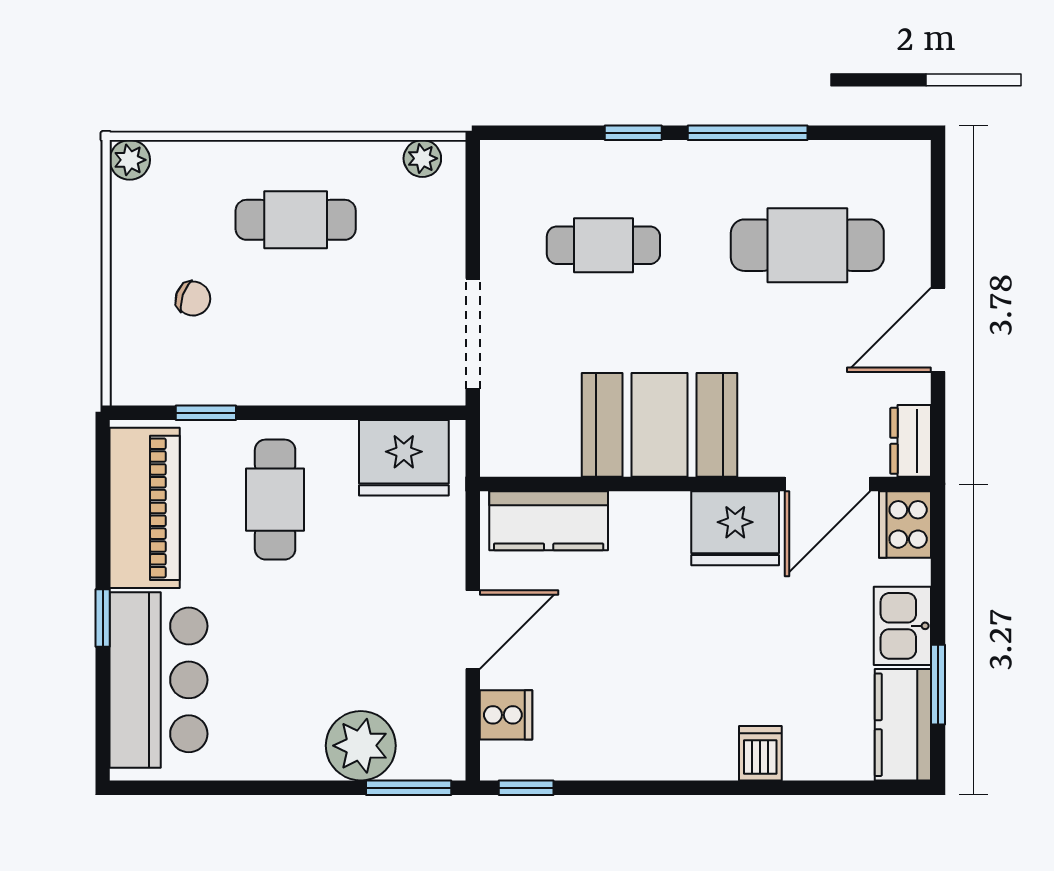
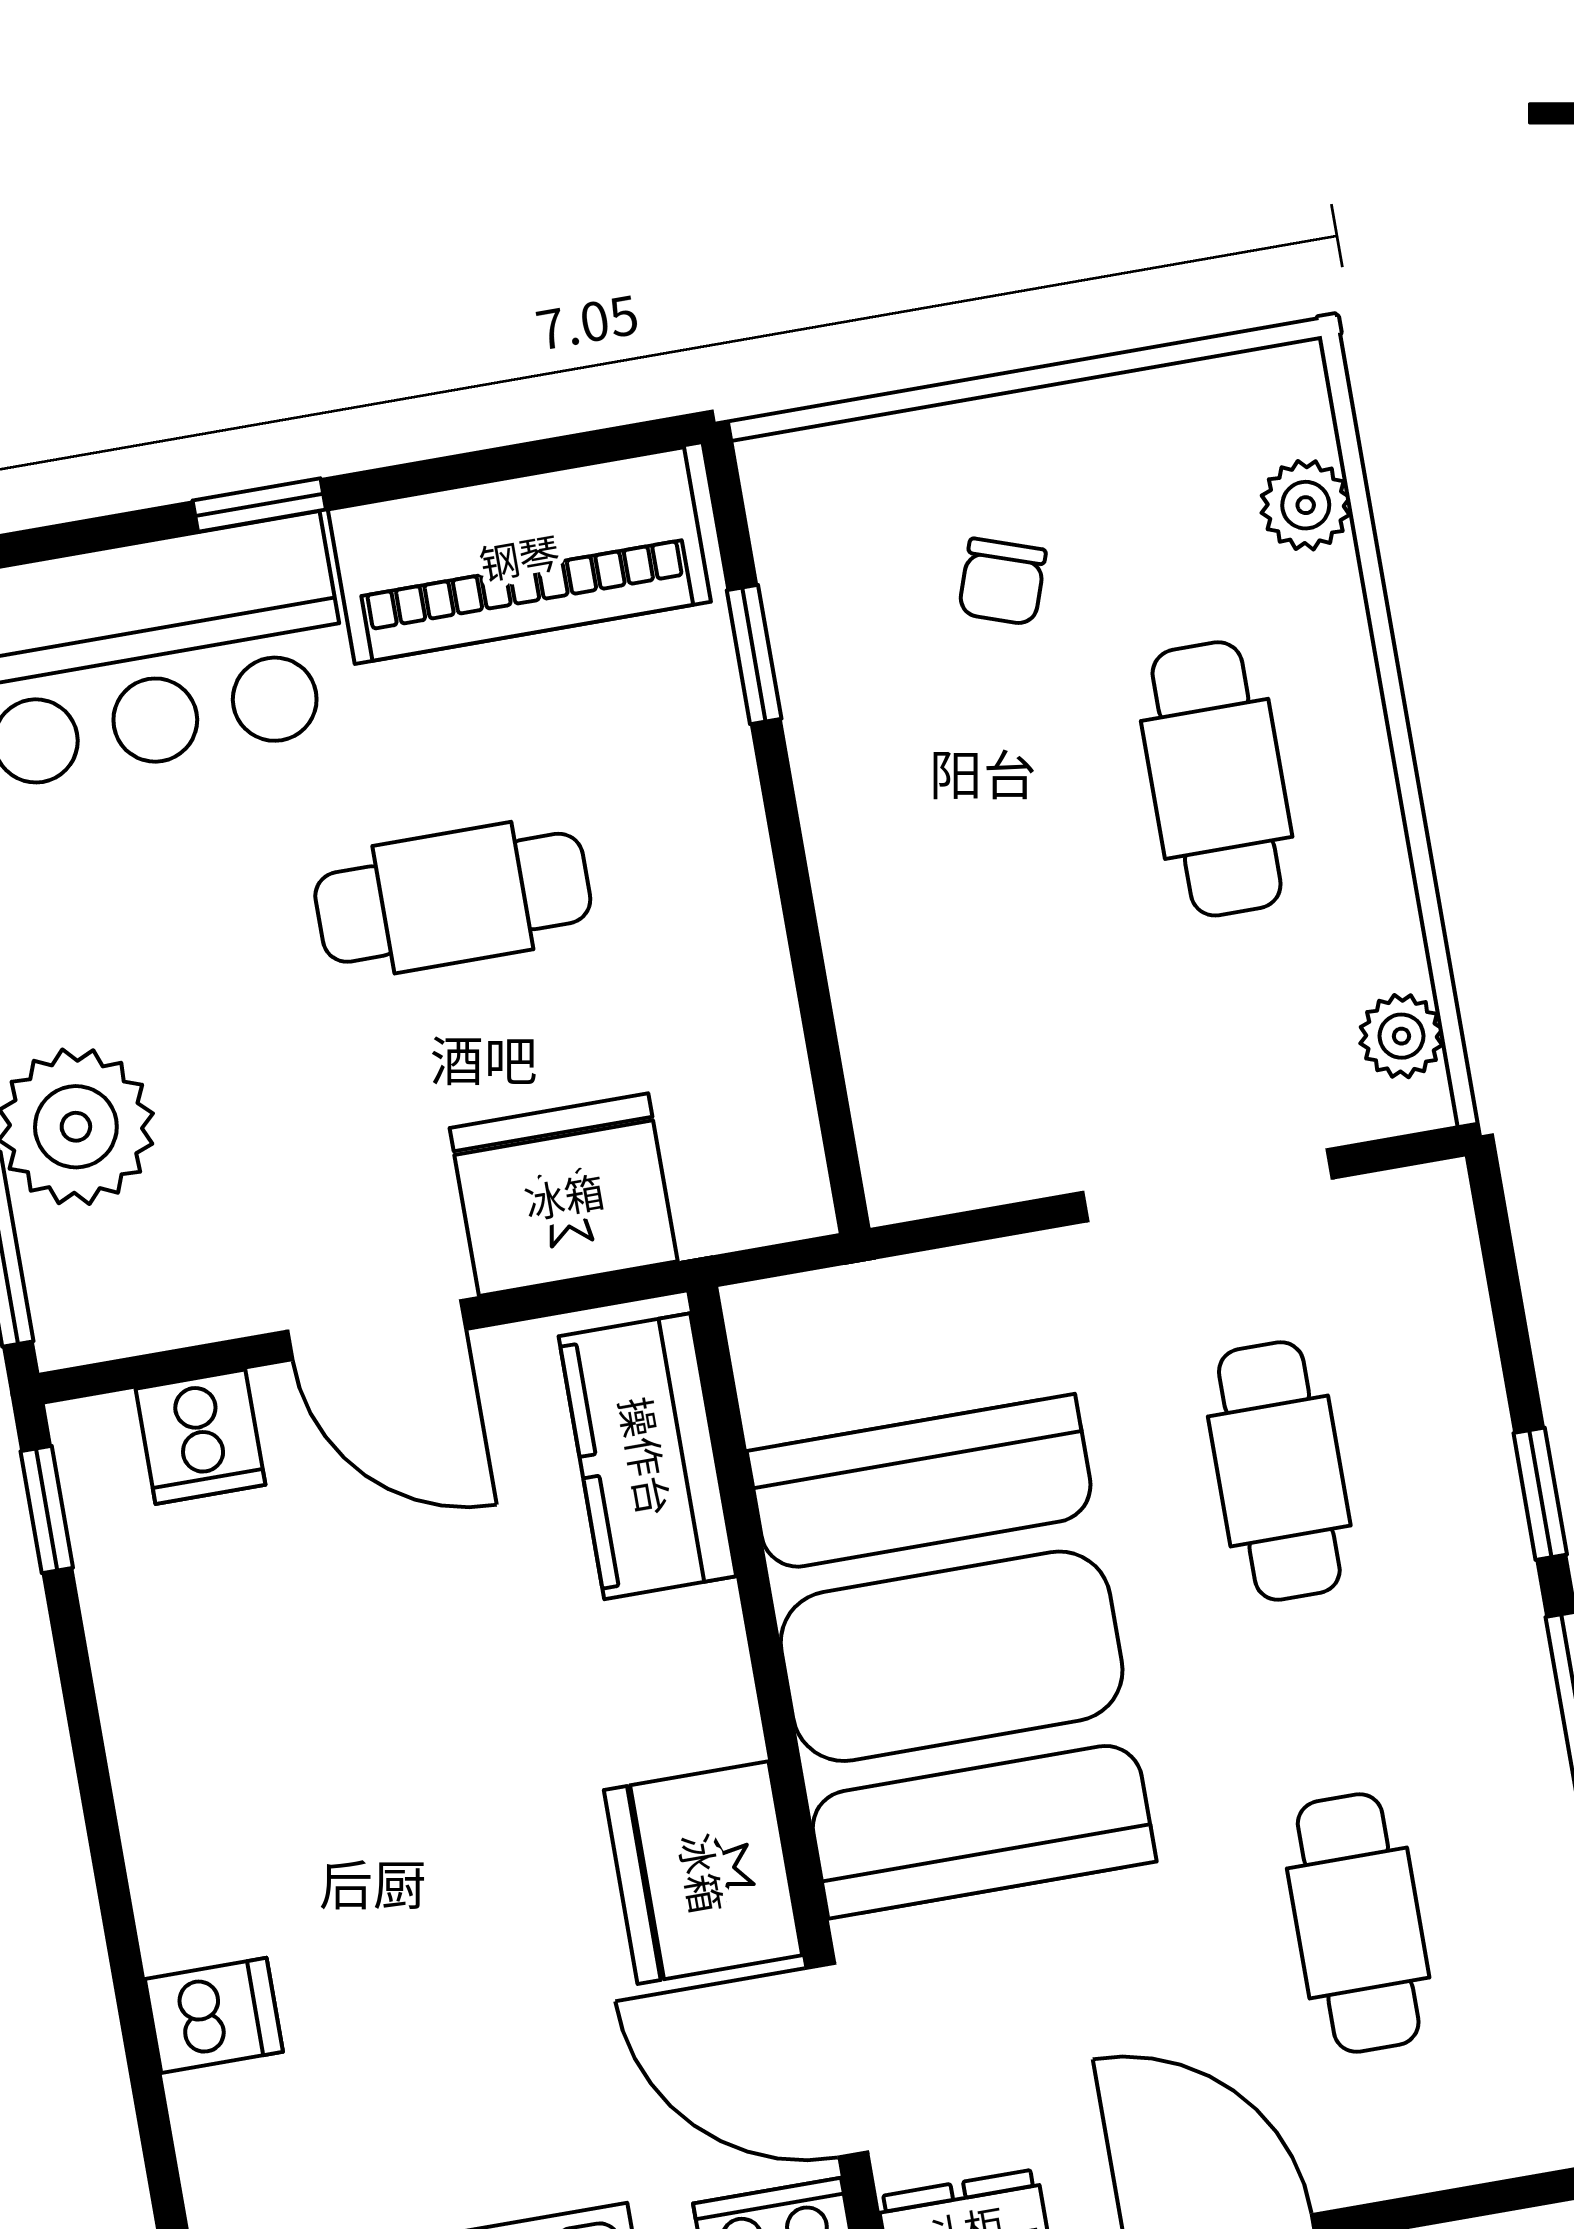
plant: (130, 160) -> (1306, 505), moved
cafe table: (807, 245) -> (1358, 1923), width x0.73, depth x0.74
doorway: (473, 334) -> (1207, 1185), moved
booth: (659, 425) -> (952, 1656), width x1.36, depth x1.42
fridge: (404, 458) -> (564, 1195), moved, turned 90
cafe table: (275, 500) -> (453, 898), moved

